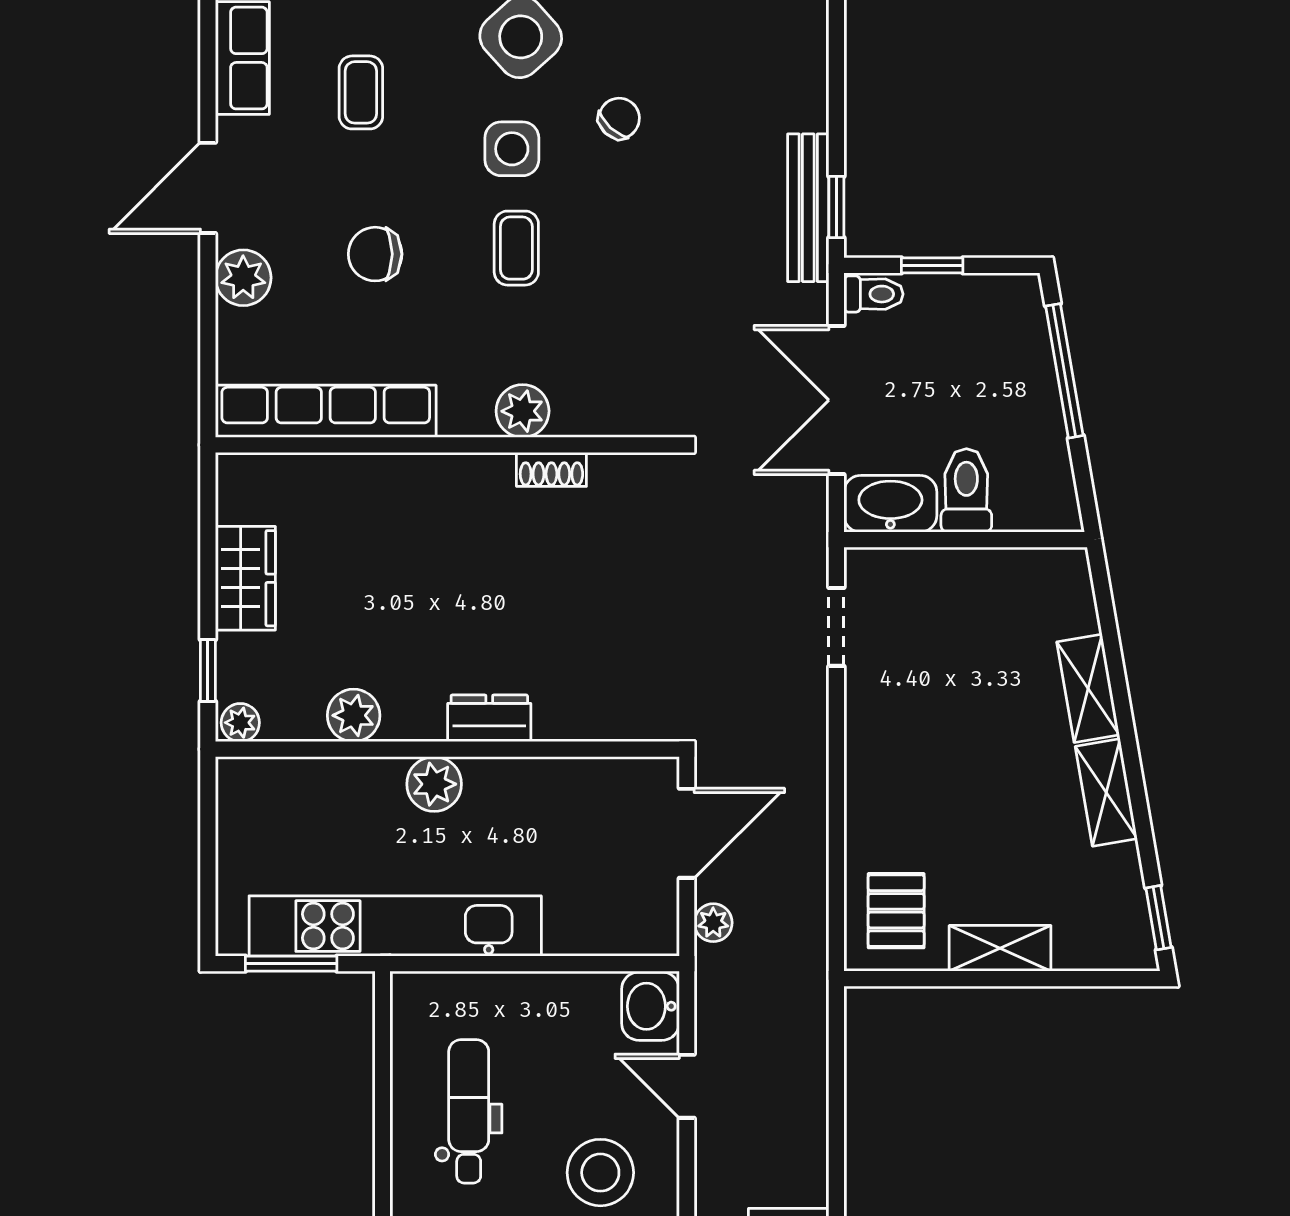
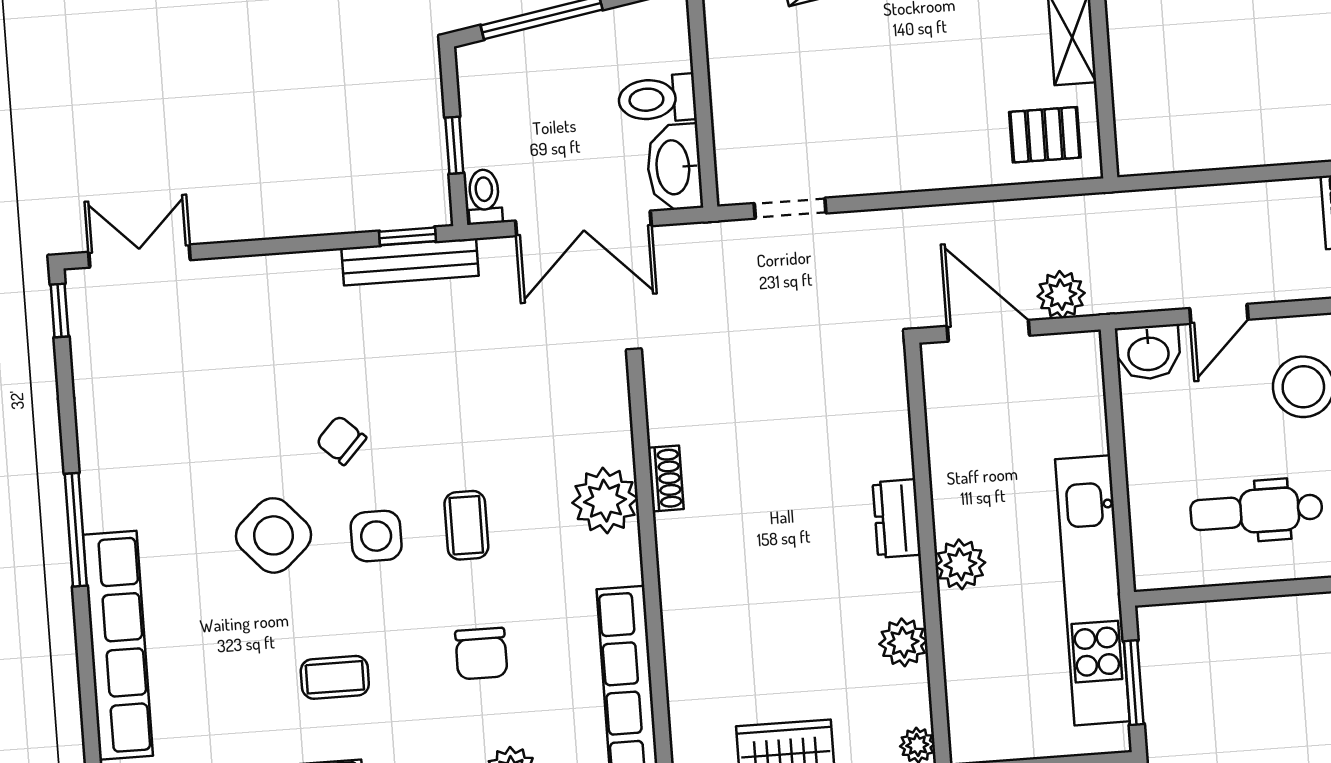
coffee table: (516, 248) -> (466, 525), turned 90
plant: (523, 411) -> (605, 501), width x1.36, depth x1.36
plant: (713, 923) -> (1061, 295), width x1.38, depth x1.38

